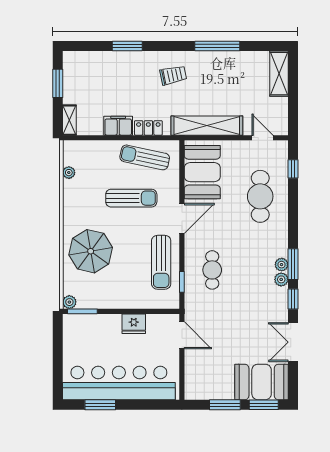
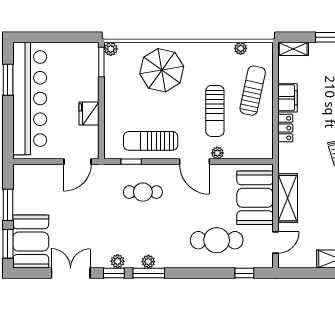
shelving: (207, 126) -> (288, 198), width x0.68
sun lounger: (145, 157) -> (253, 91), moved
booth: (202, 172) -> (255, 198), moved, turned 90
plant: (173, 196) -> (217, 153), added
plant: (281, 279) -> (118, 261), moved

